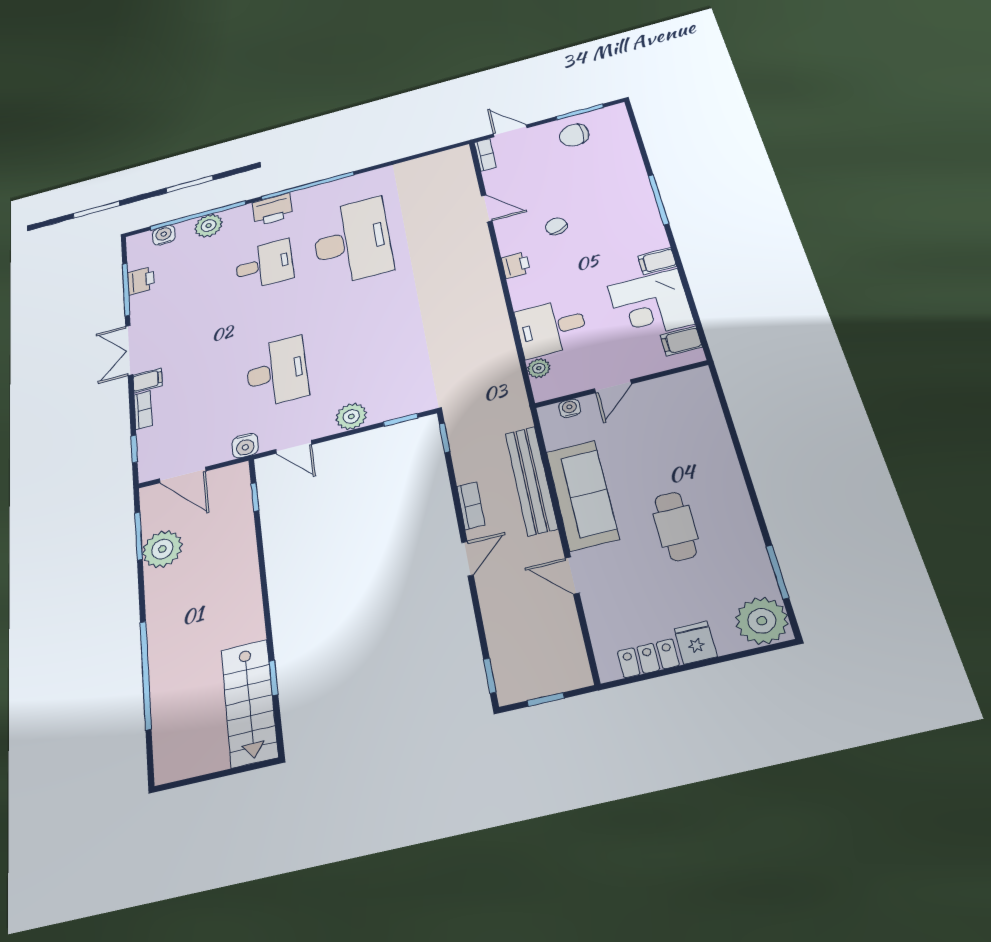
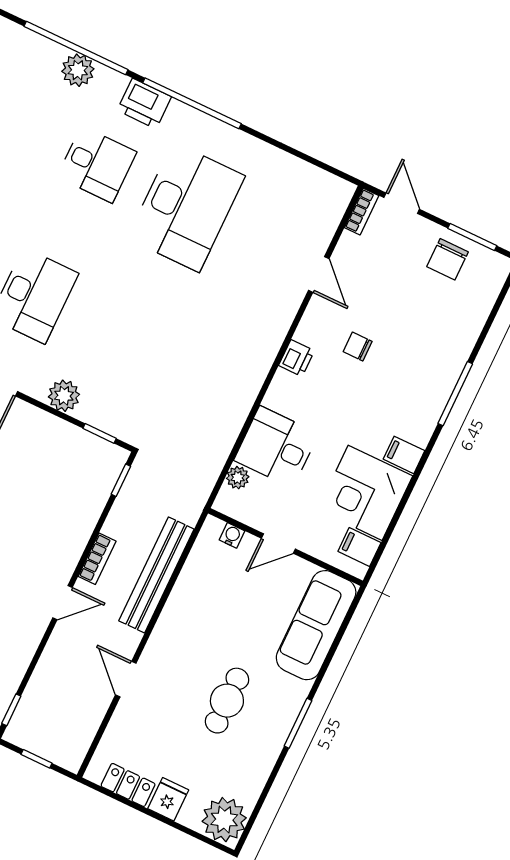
chair: (574, 135) -> (448, 259), turned -90
chair: (556, 226) -> (358, 347), turned -68
water cooler: (164, 235) -> (32, 44), removed
sofa: (582, 495) -> (316, 625), moved, turned 180
window: (777, 572) -> (298, 723), moved

